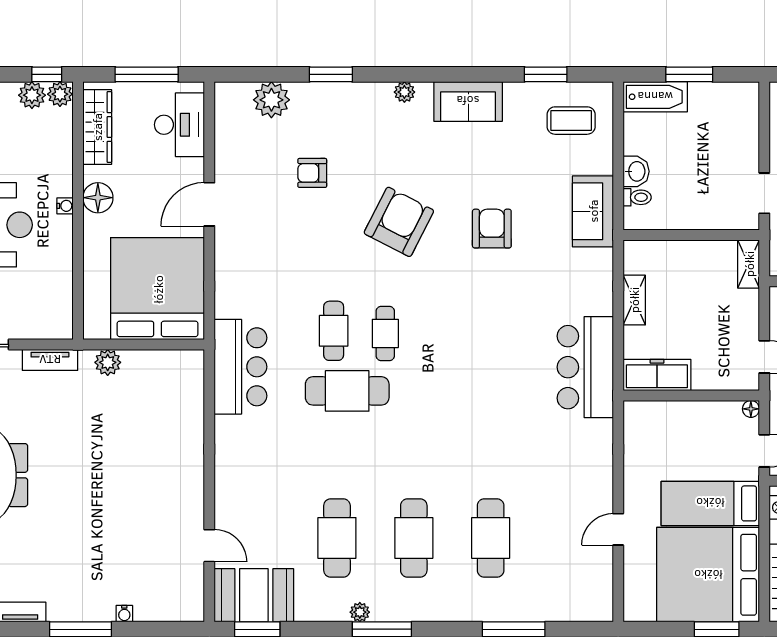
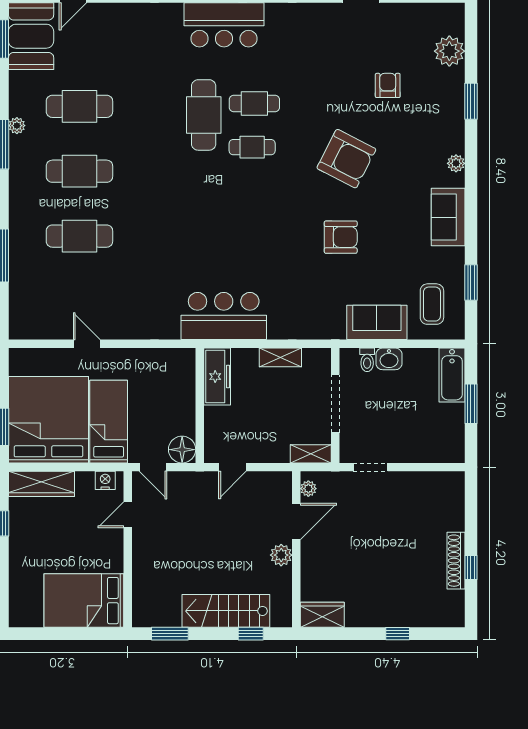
sofa: (593, 211) -> (377, 322), moved
doorway: (689, 235) -> (335, 404), added
floor lamp: (751, 409) -> (182, 450), width x1.89, depth x1.89

